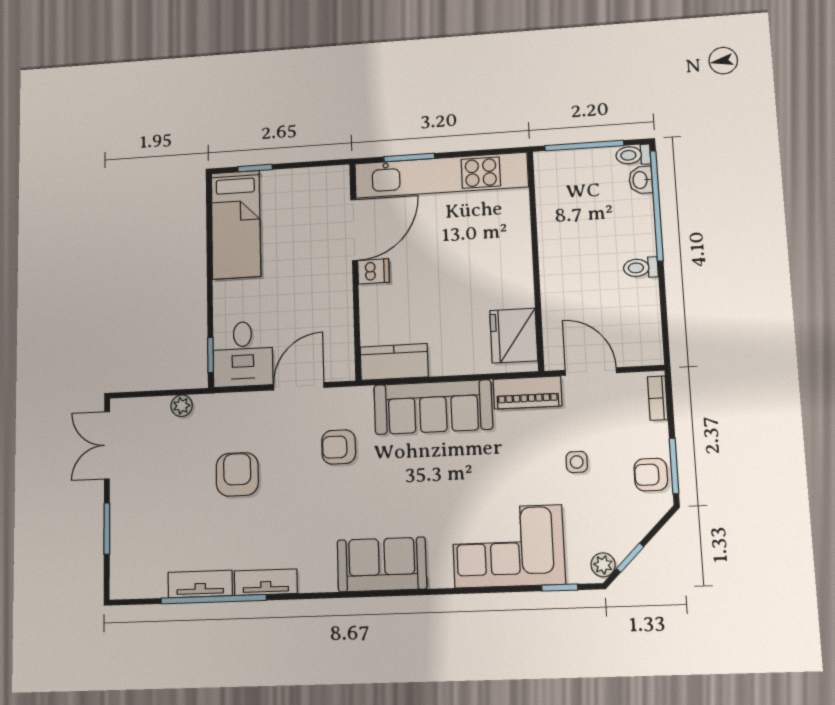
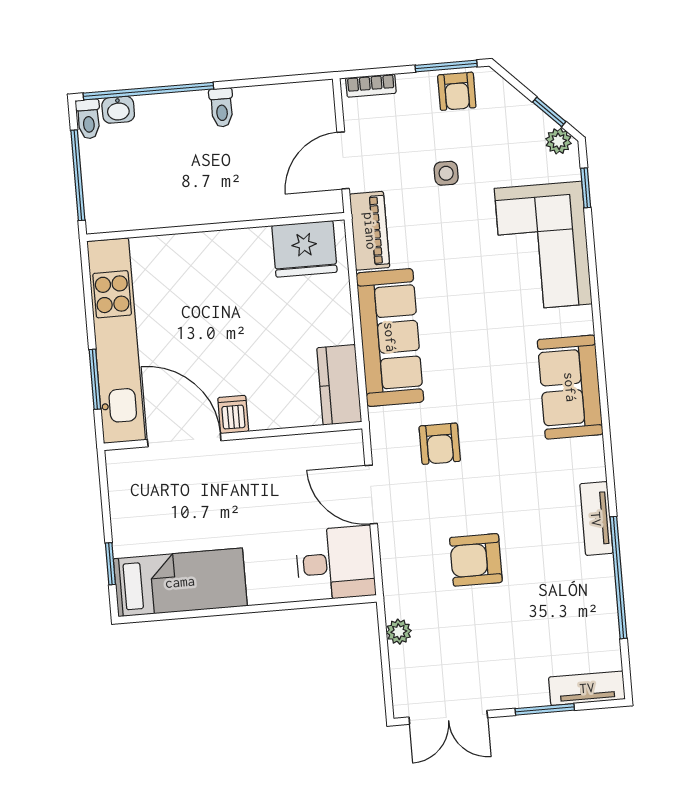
window: (210, 355) -> (338, 602), removed
tv unit: (200, 584) -> (587, 688), moved, turned 90

